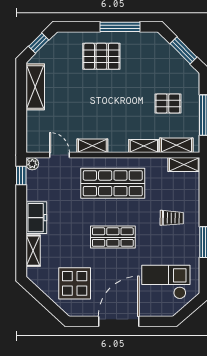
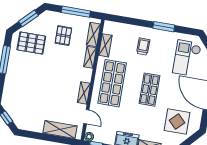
pallet: (101, 56) -> (31, 43), moved, turned 90
shelving: (35, 87) -> (60, 130), moved
door: (60, 155) -> (86, 117), swing flipped
shelving: (184, 165) -> (105, 45), moved

